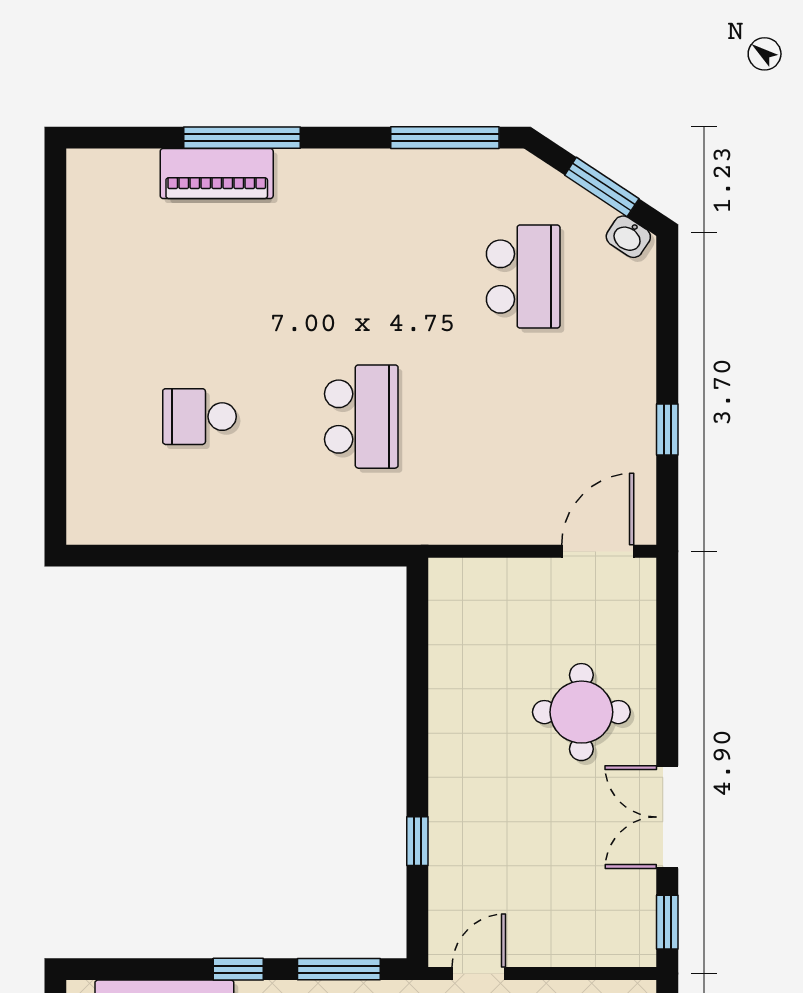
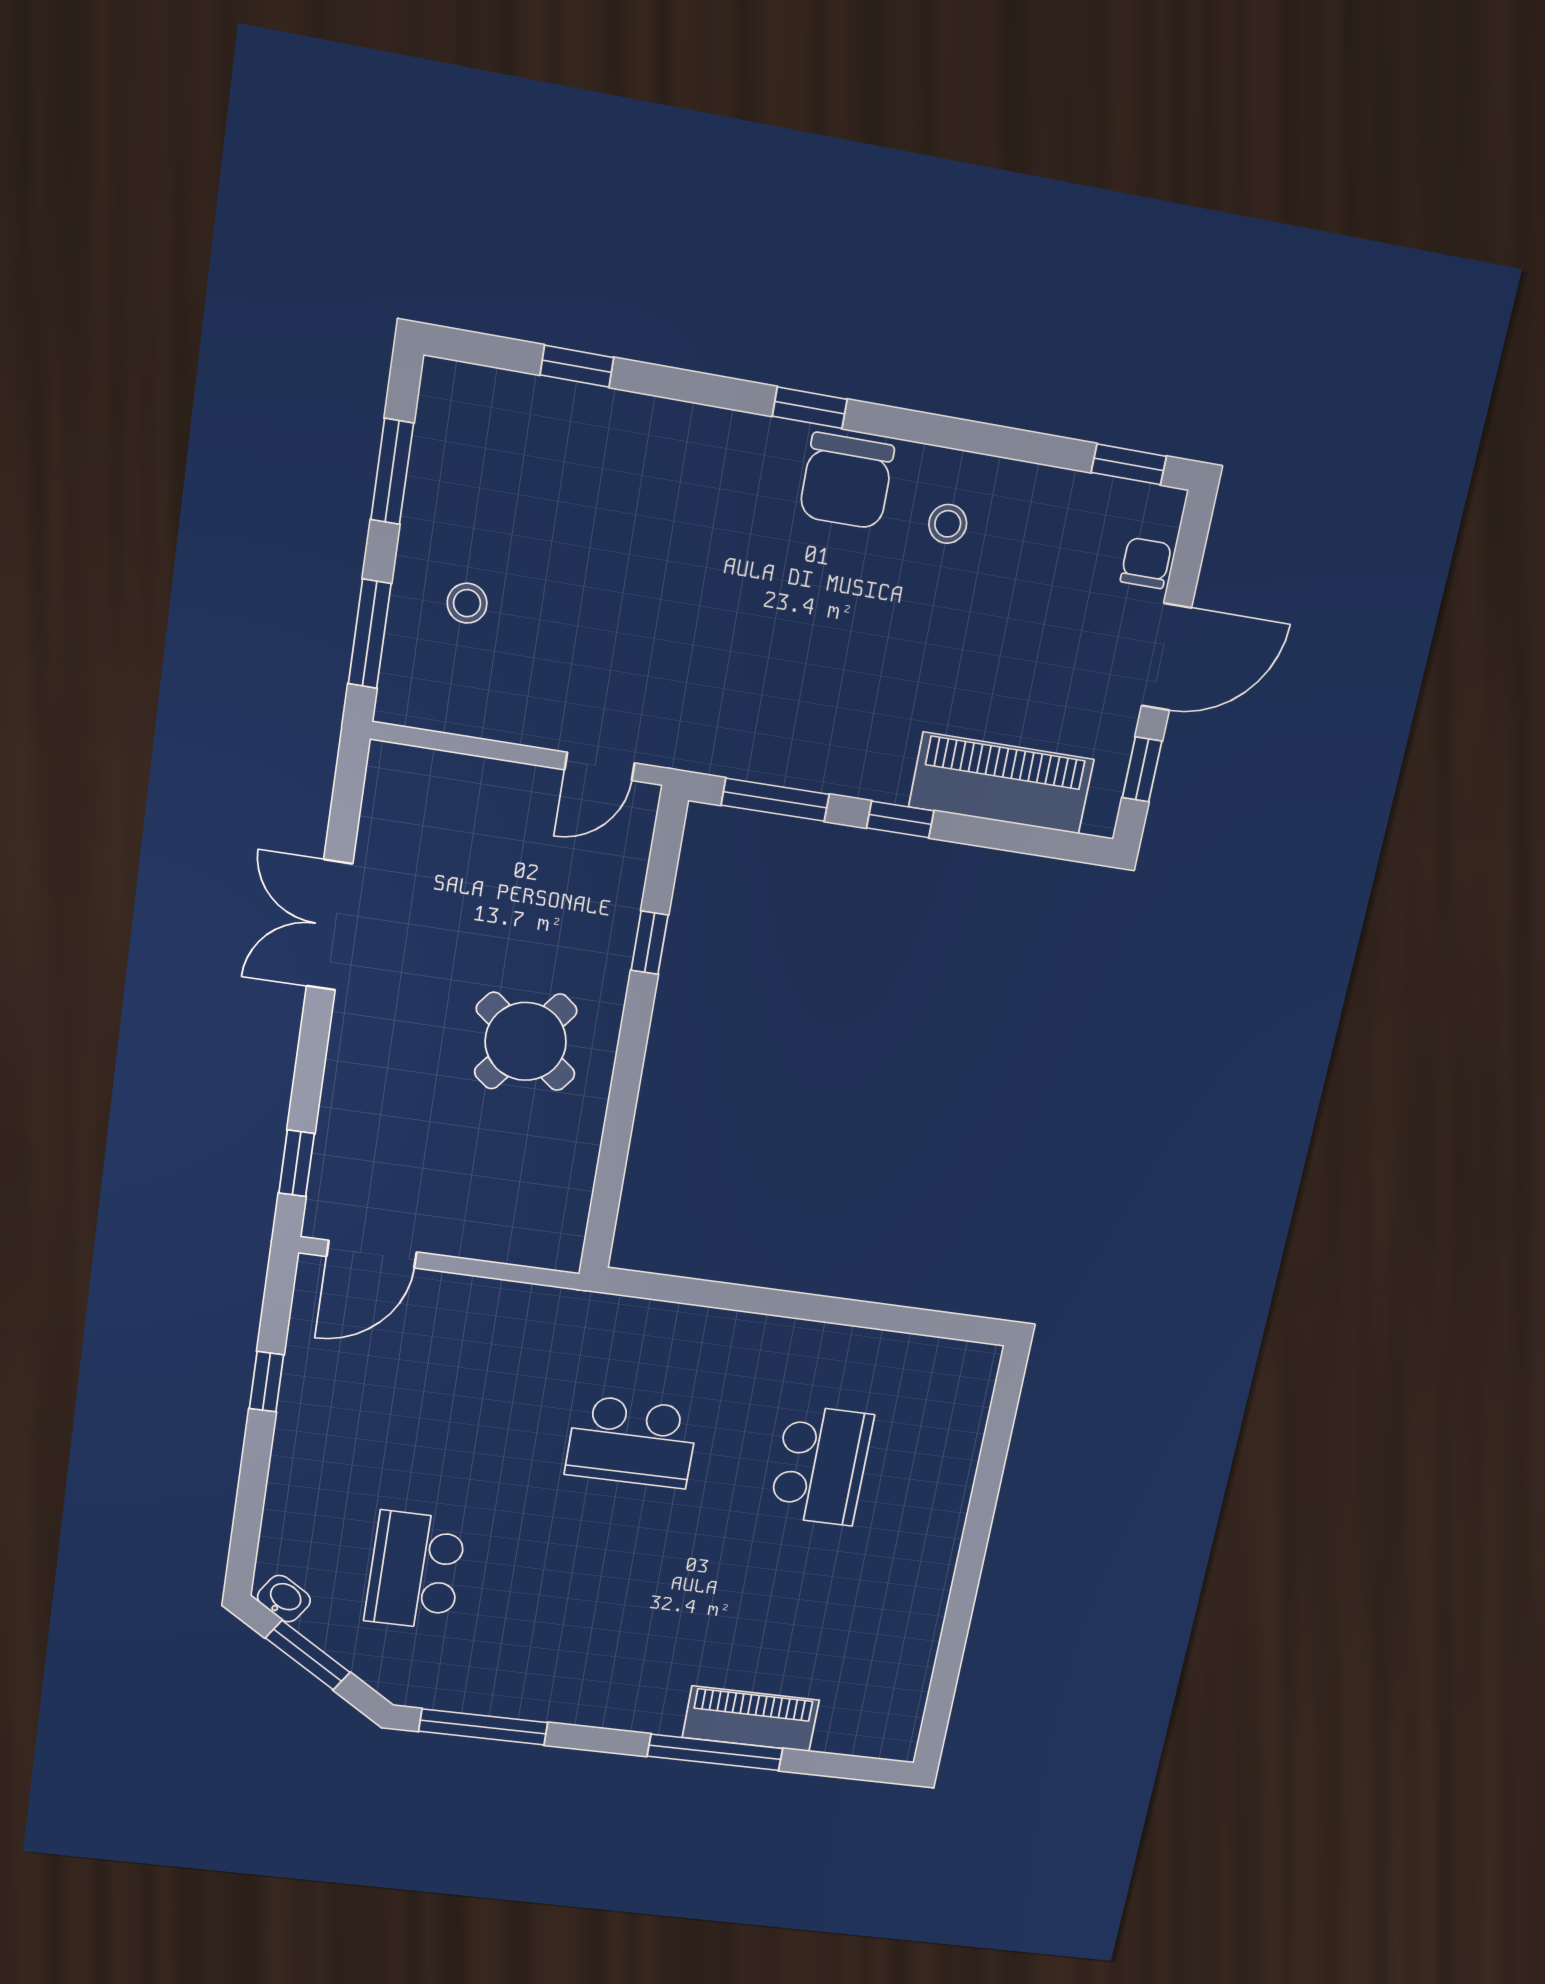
school desk: (199, 417) -> (821, 1465), width x1.85
school desk: (361, 417) -> (632, 1442), turned -90
round table: (581, 712) -> (526, 1041), moved, turned 38
double door: (667, 817) -> (329, 925), swing flipped
window: (667, 922) -> (297, 1163), moved

